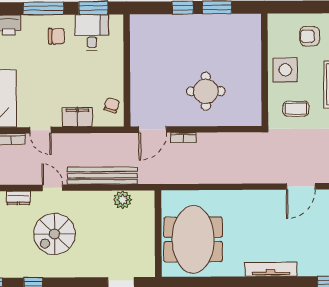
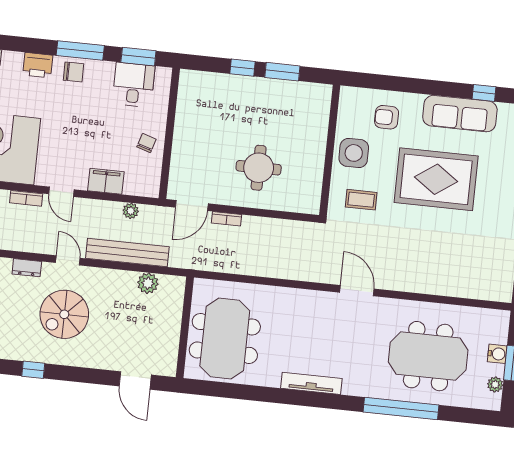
chair: (56, 36) -> (73, 72), moved
chair: (112, 105) -> (146, 143), moved
plant: (101, 140) -> (131, 211), added
door: (301, 186) -> (357, 291), swing flipped

